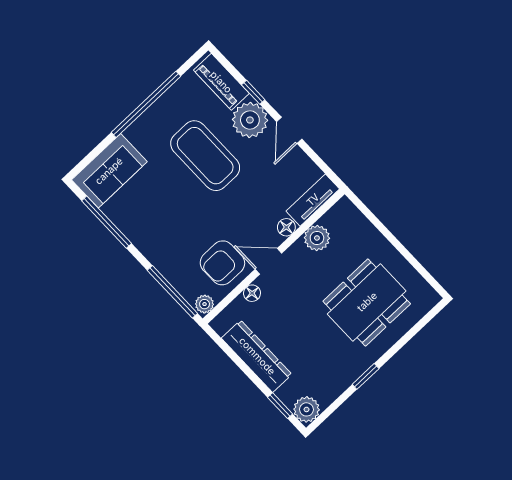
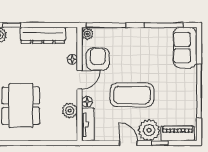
coffee table: (205, 156) -> (132, 95), moved

